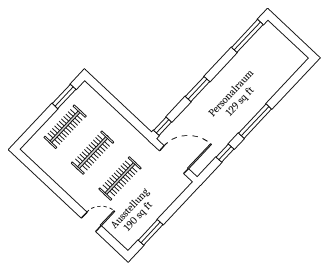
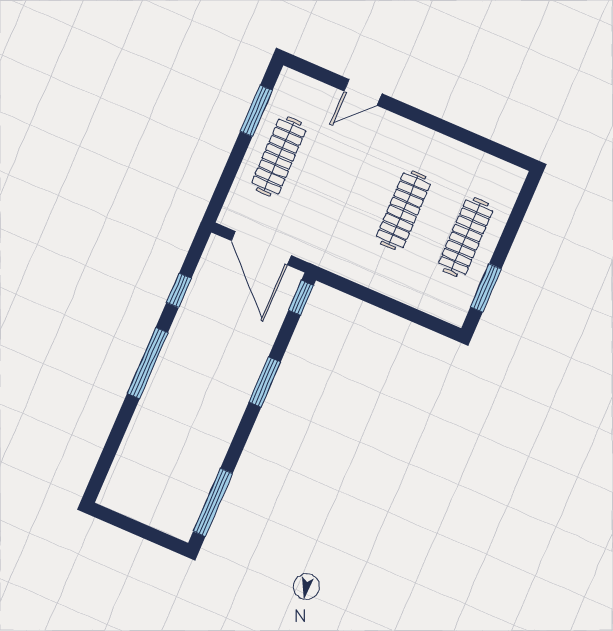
door: (174, 160) -> (261, 248), hinge flipped
clothes rail: (120, 178) -> (279, 157), moved

